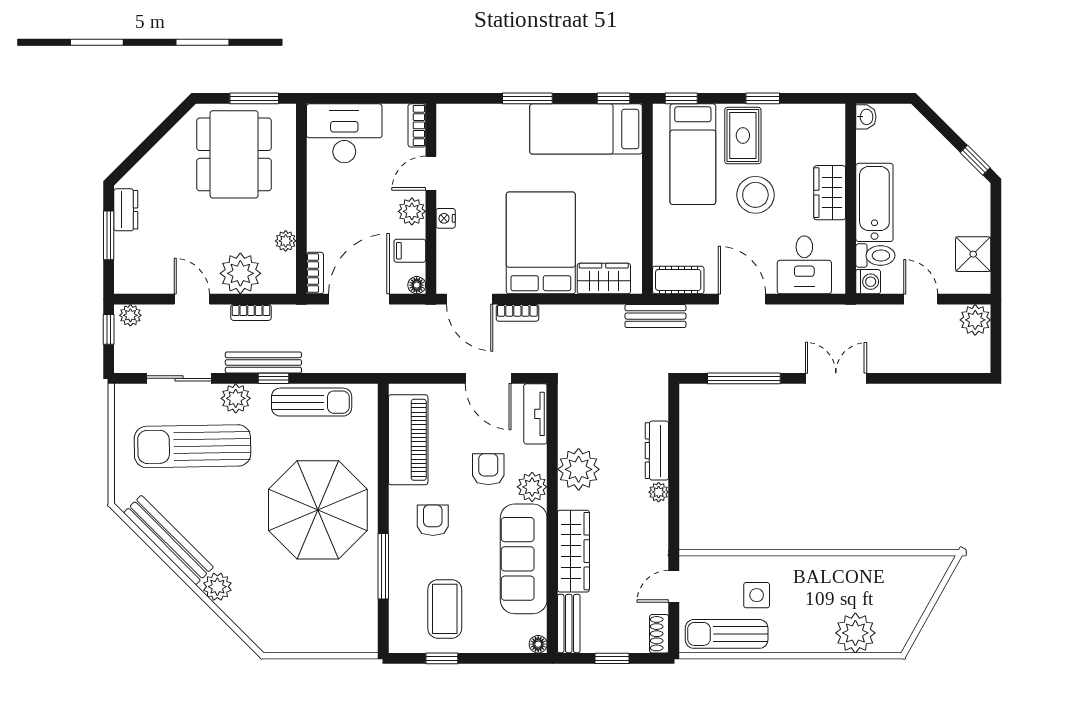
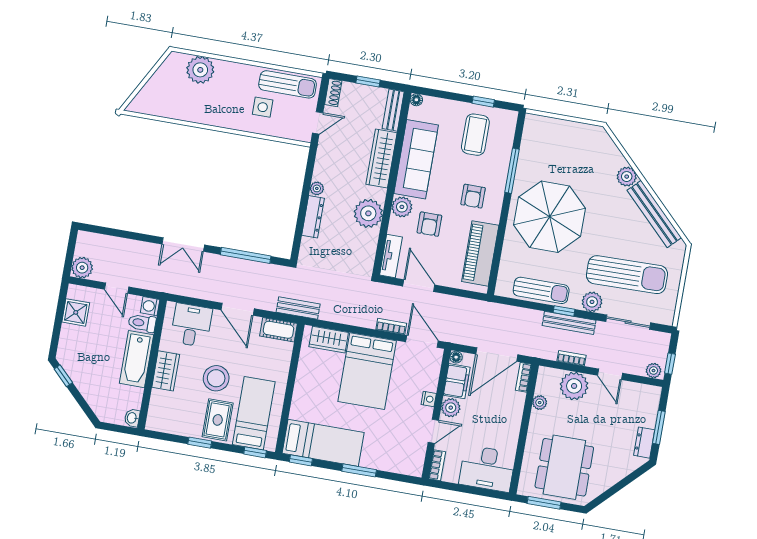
filing cabinet: (410, 251) -> (457, 381), width x2.00
sun lounger: (312, 402) -> (541, 290), turned 180

